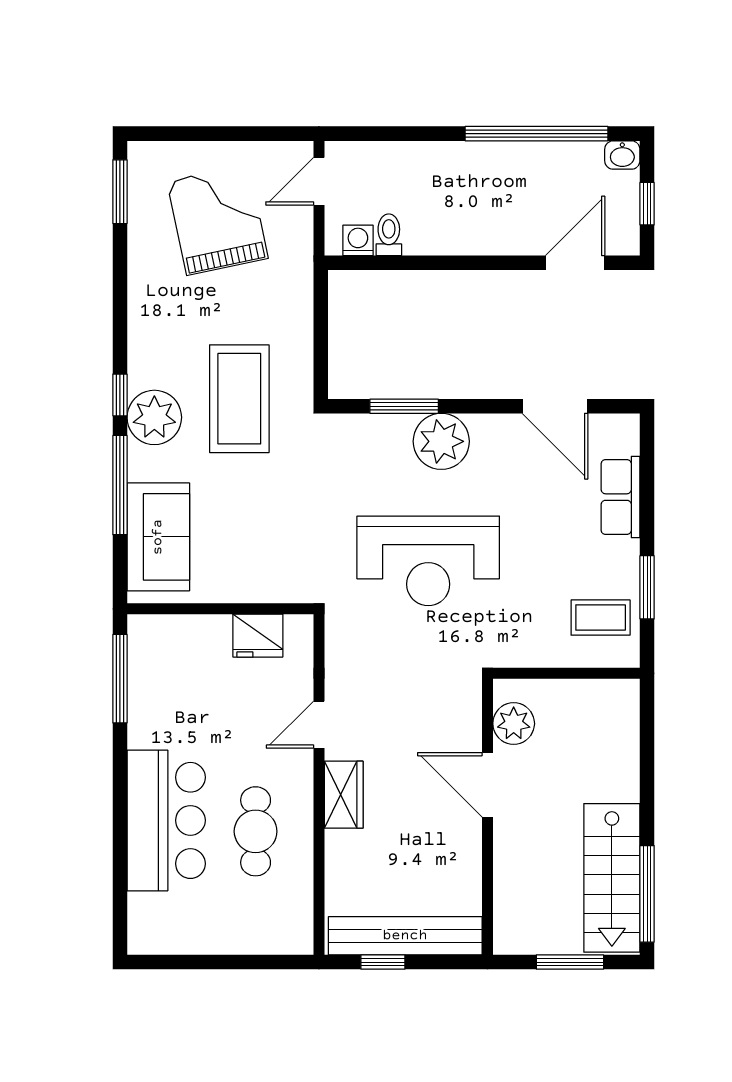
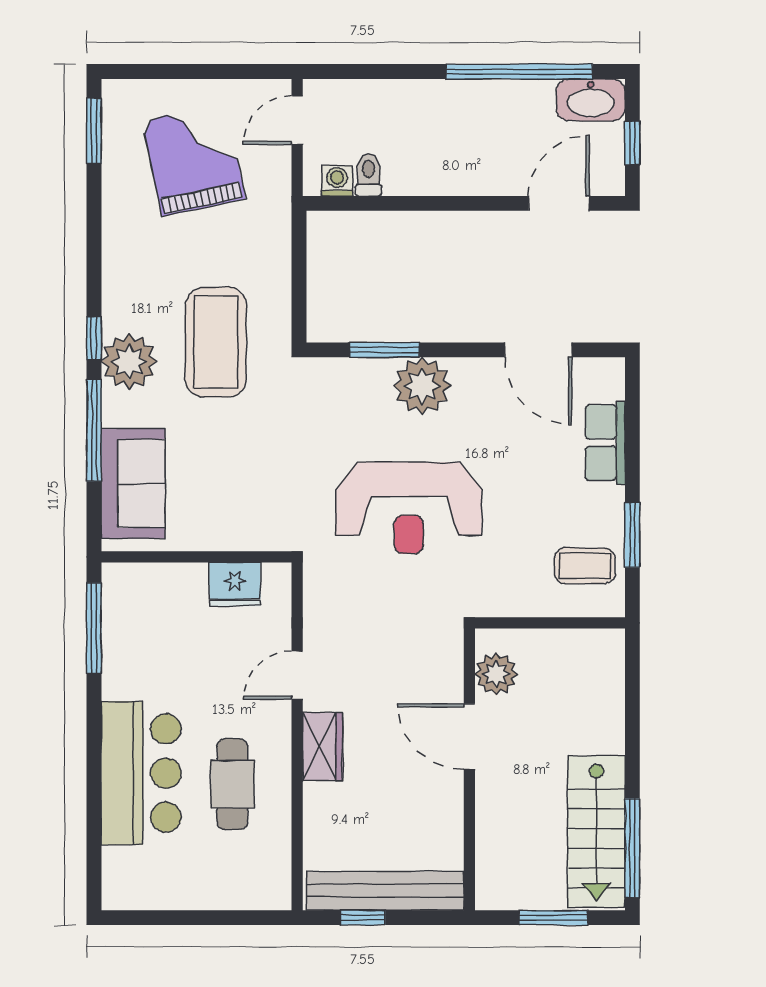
washbasin: (622, 155) -> (591, 100), width x1.91, depth x1.45

